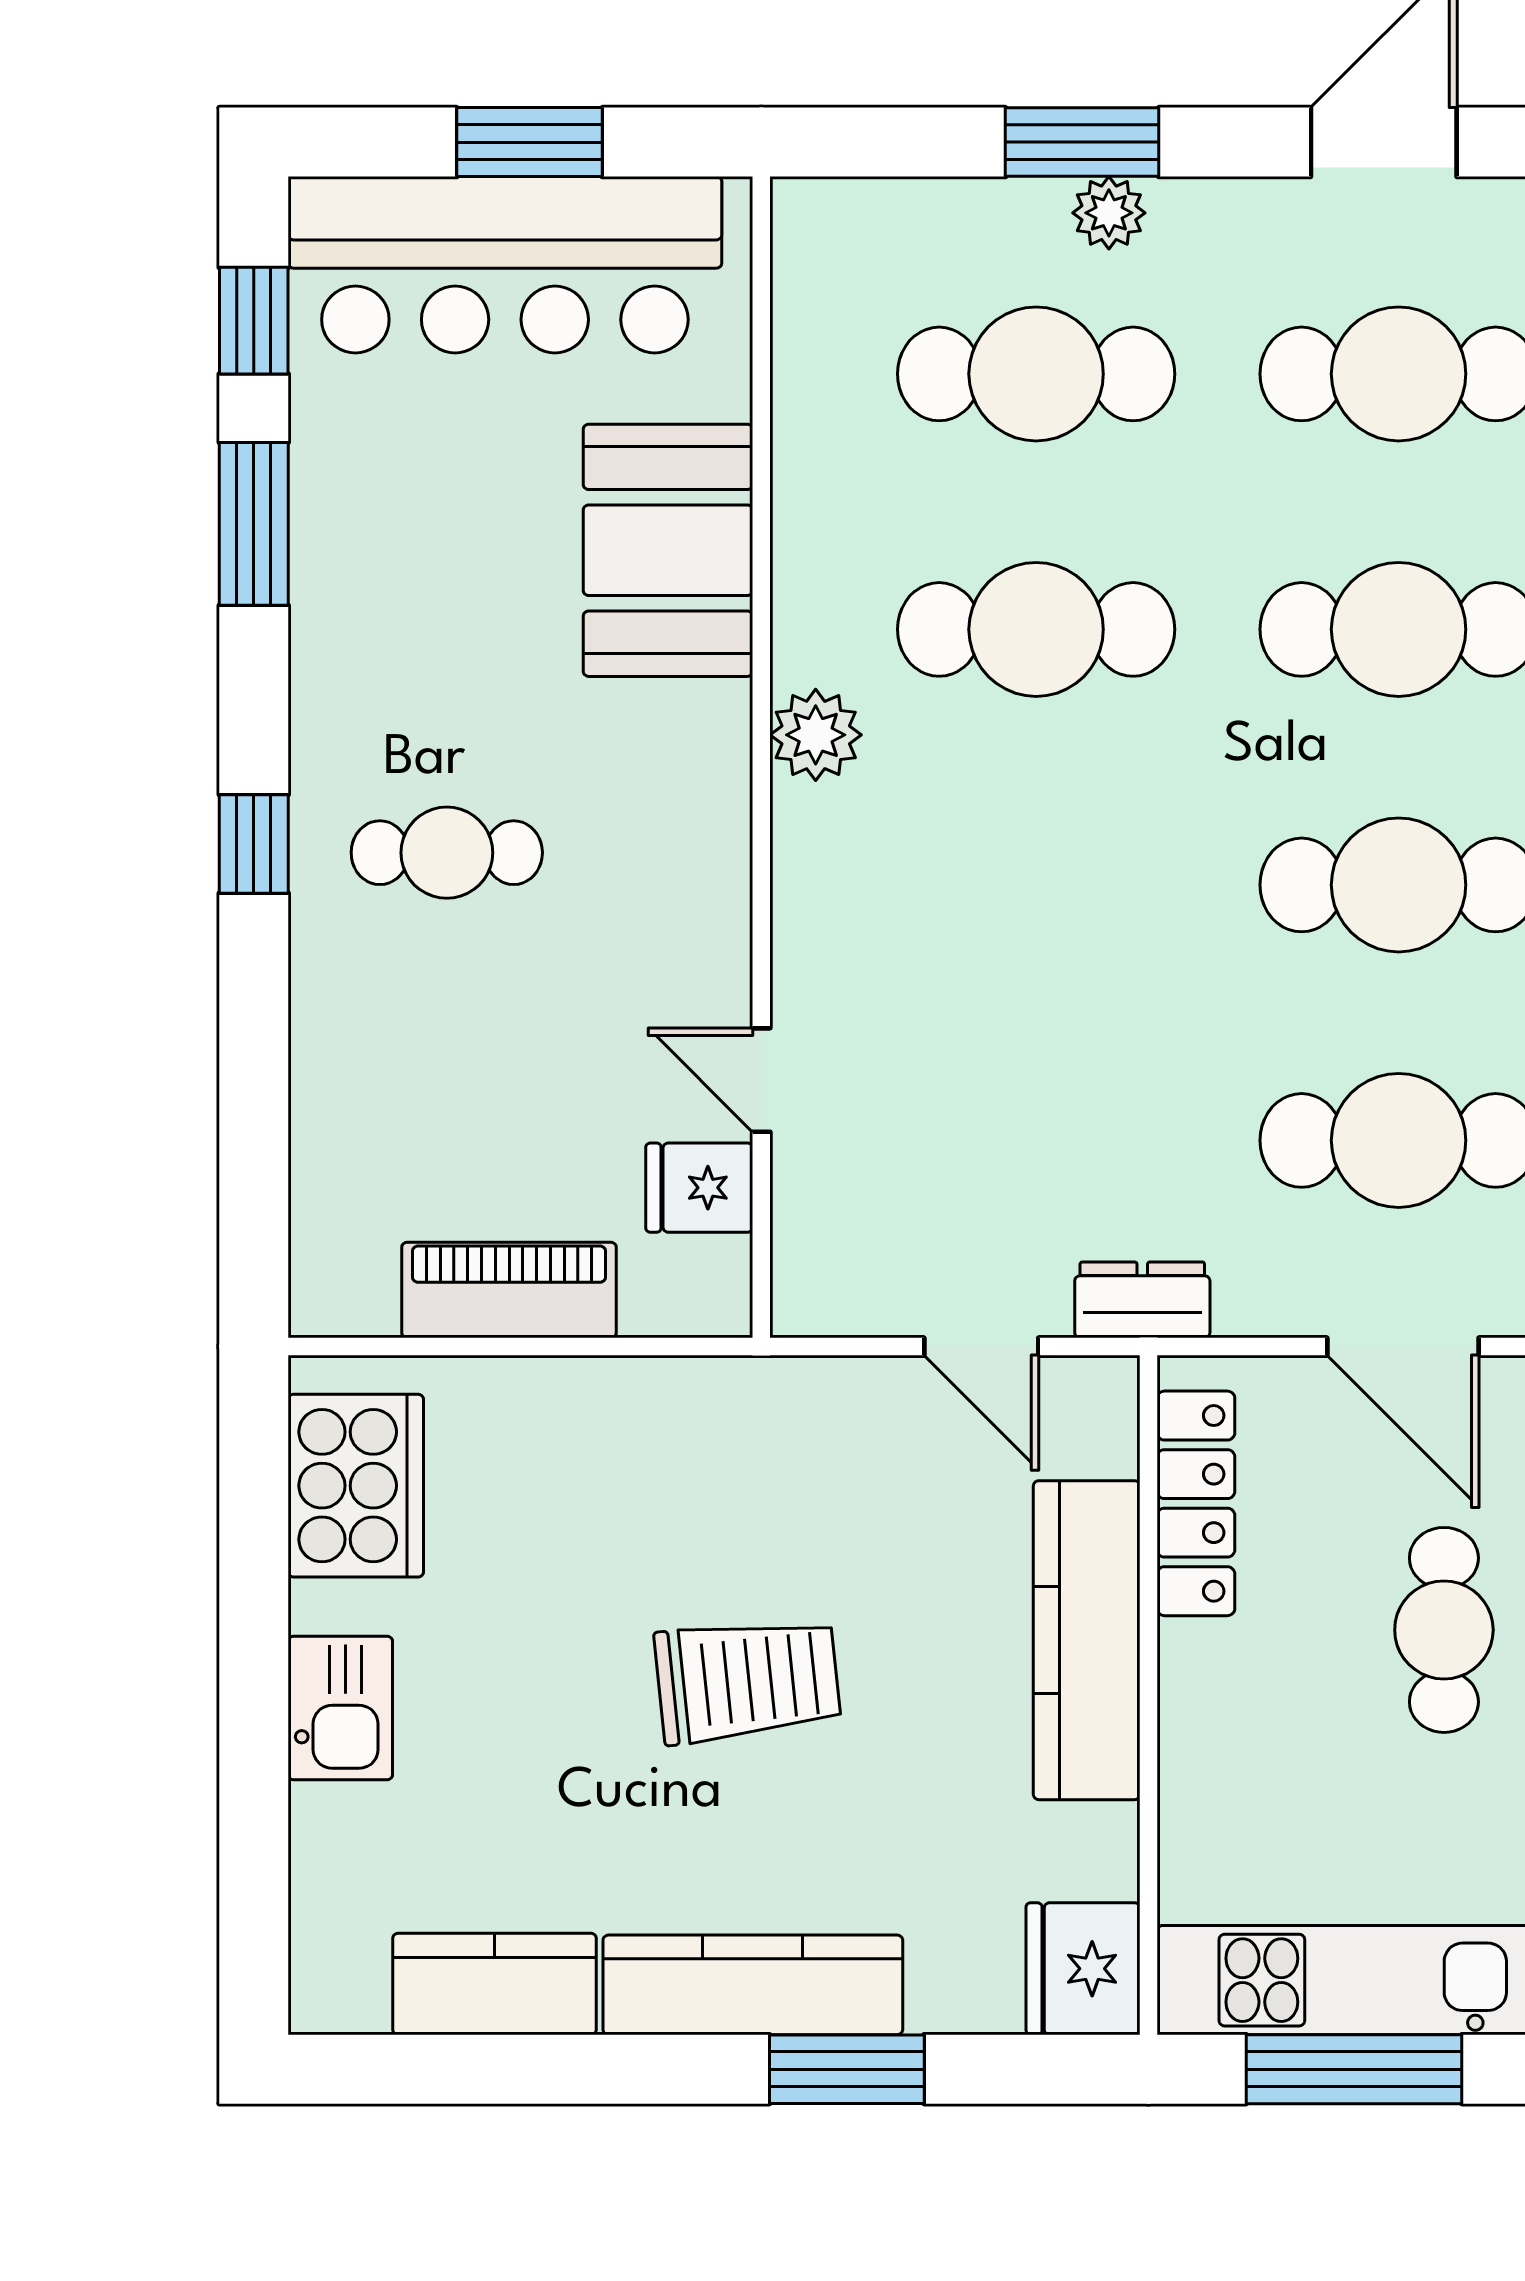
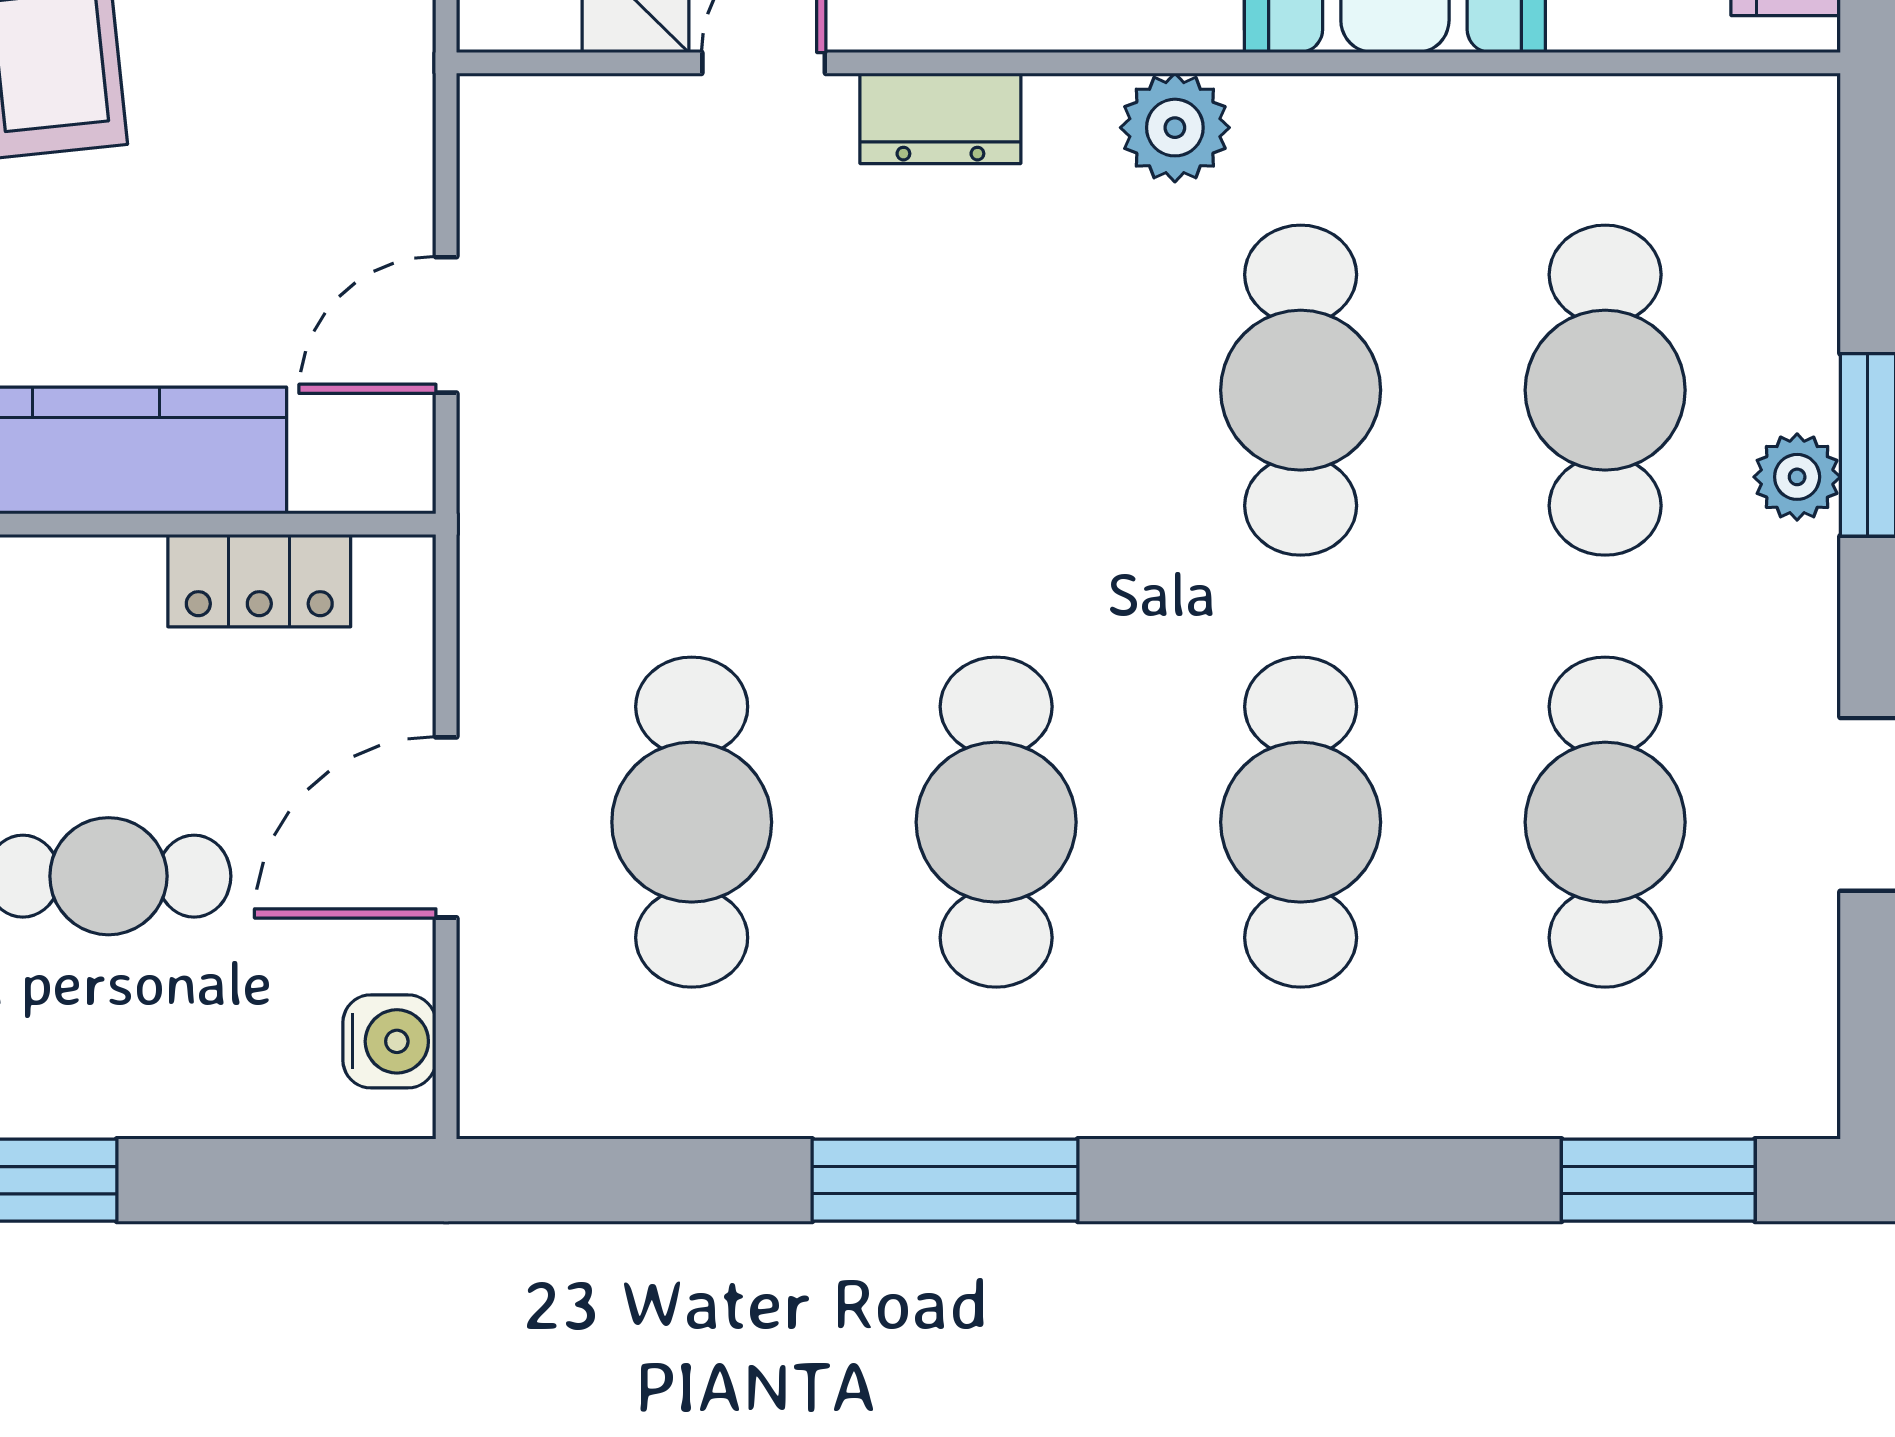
dresser: (1142, 1300) -> (940, 118), moved, turned 90
locker: (1196, 1503) -> (259, 581), width x0.66

